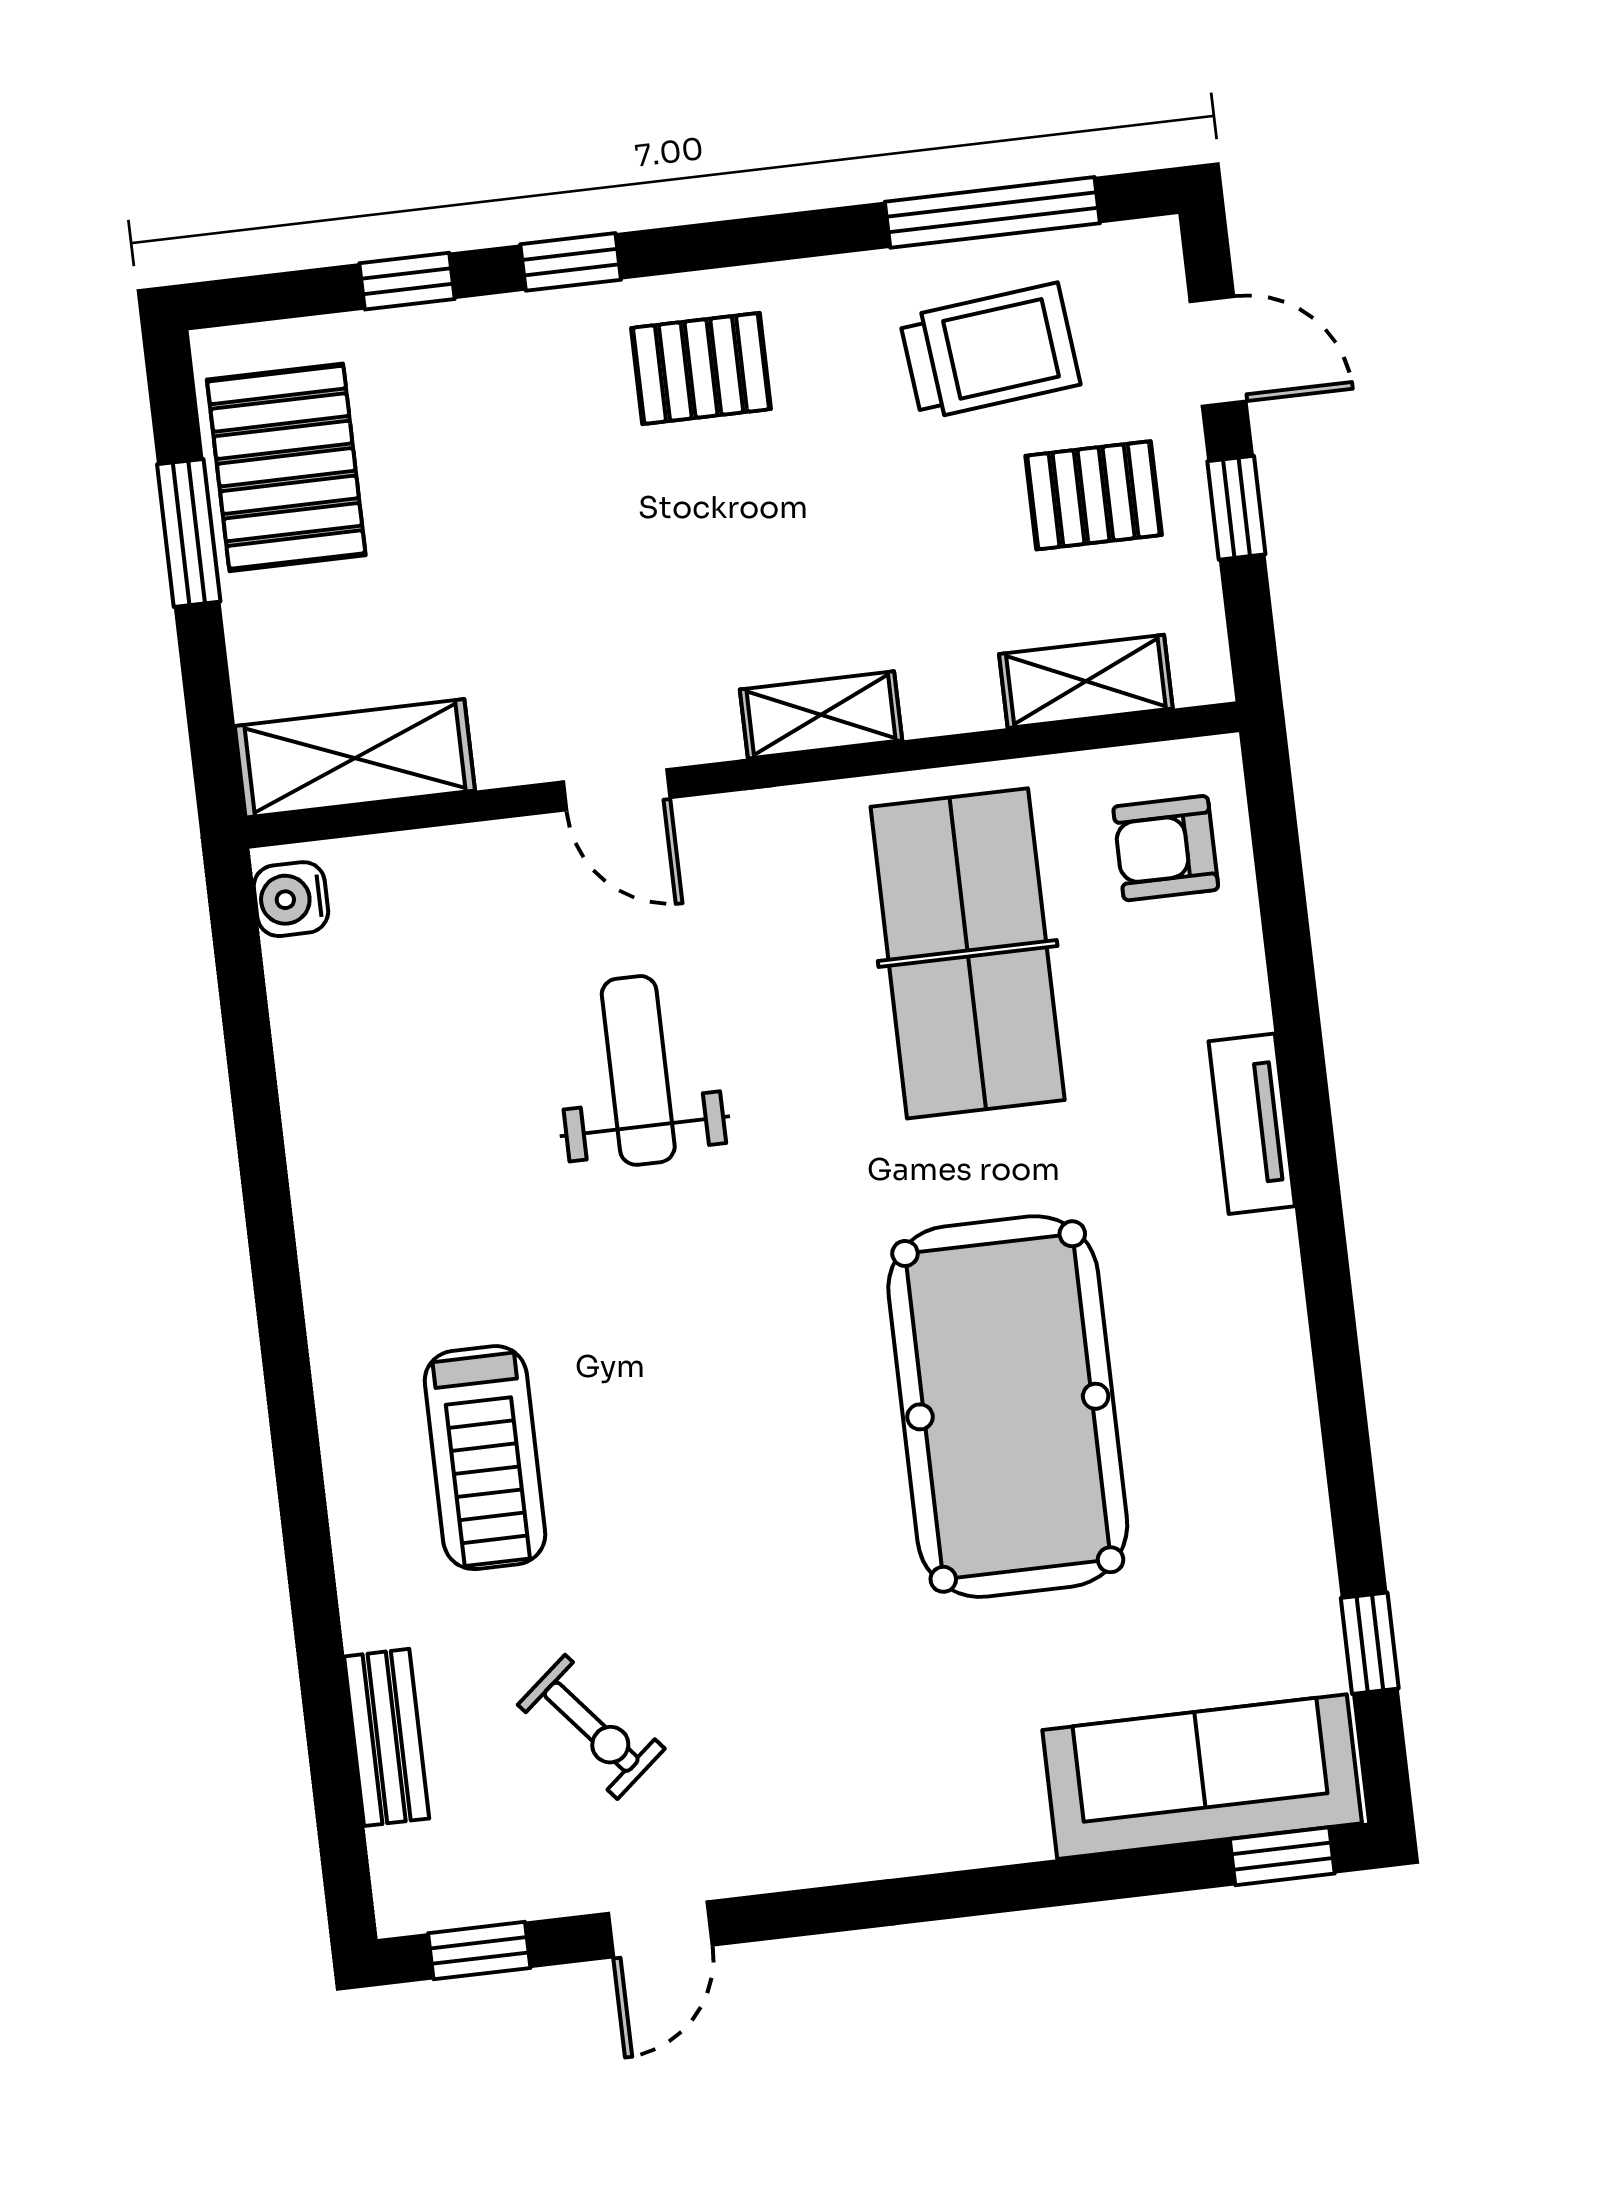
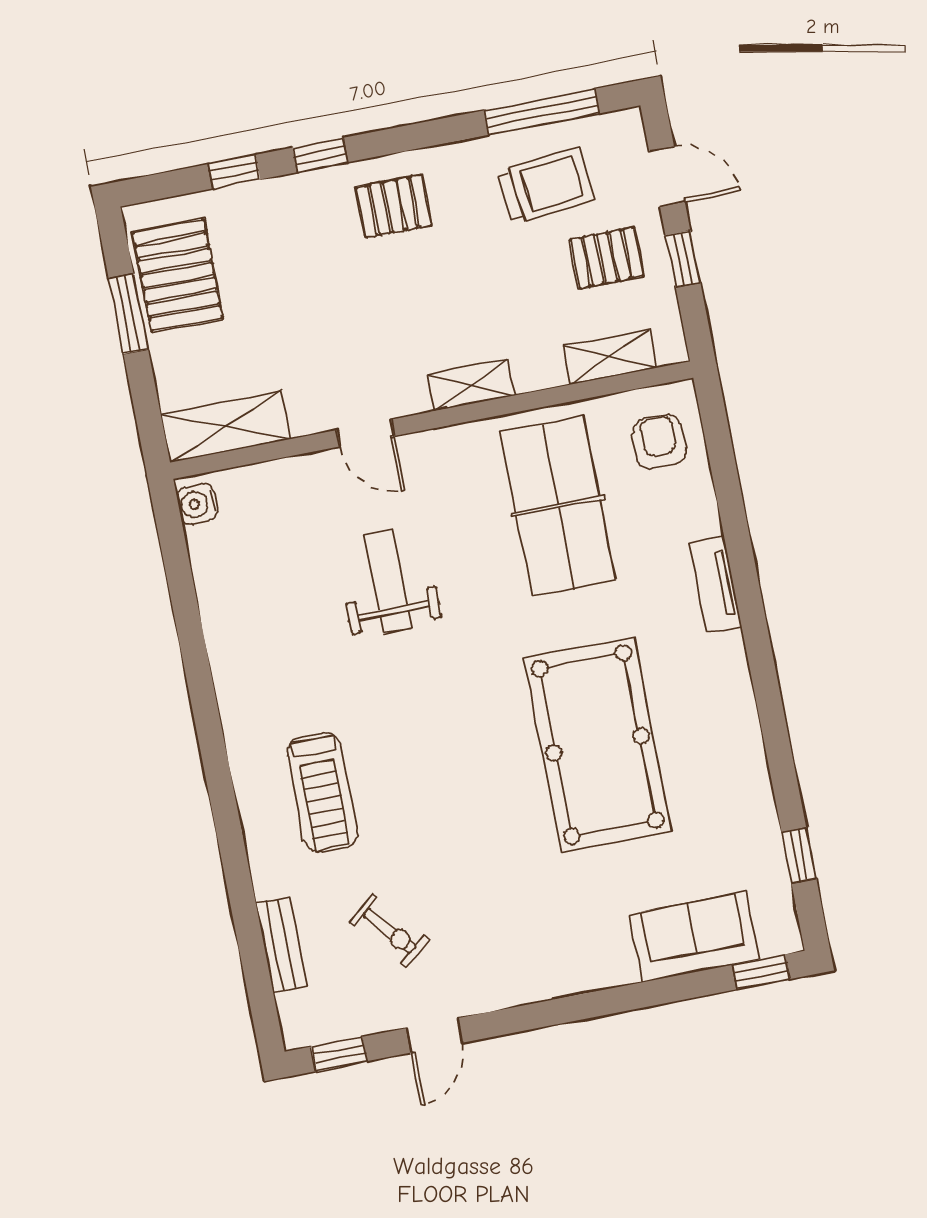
armchair: (1166, 848) -> (659, 442), turned 90
sofa: (1202, 1777) -> (694, 937), width x0.73

